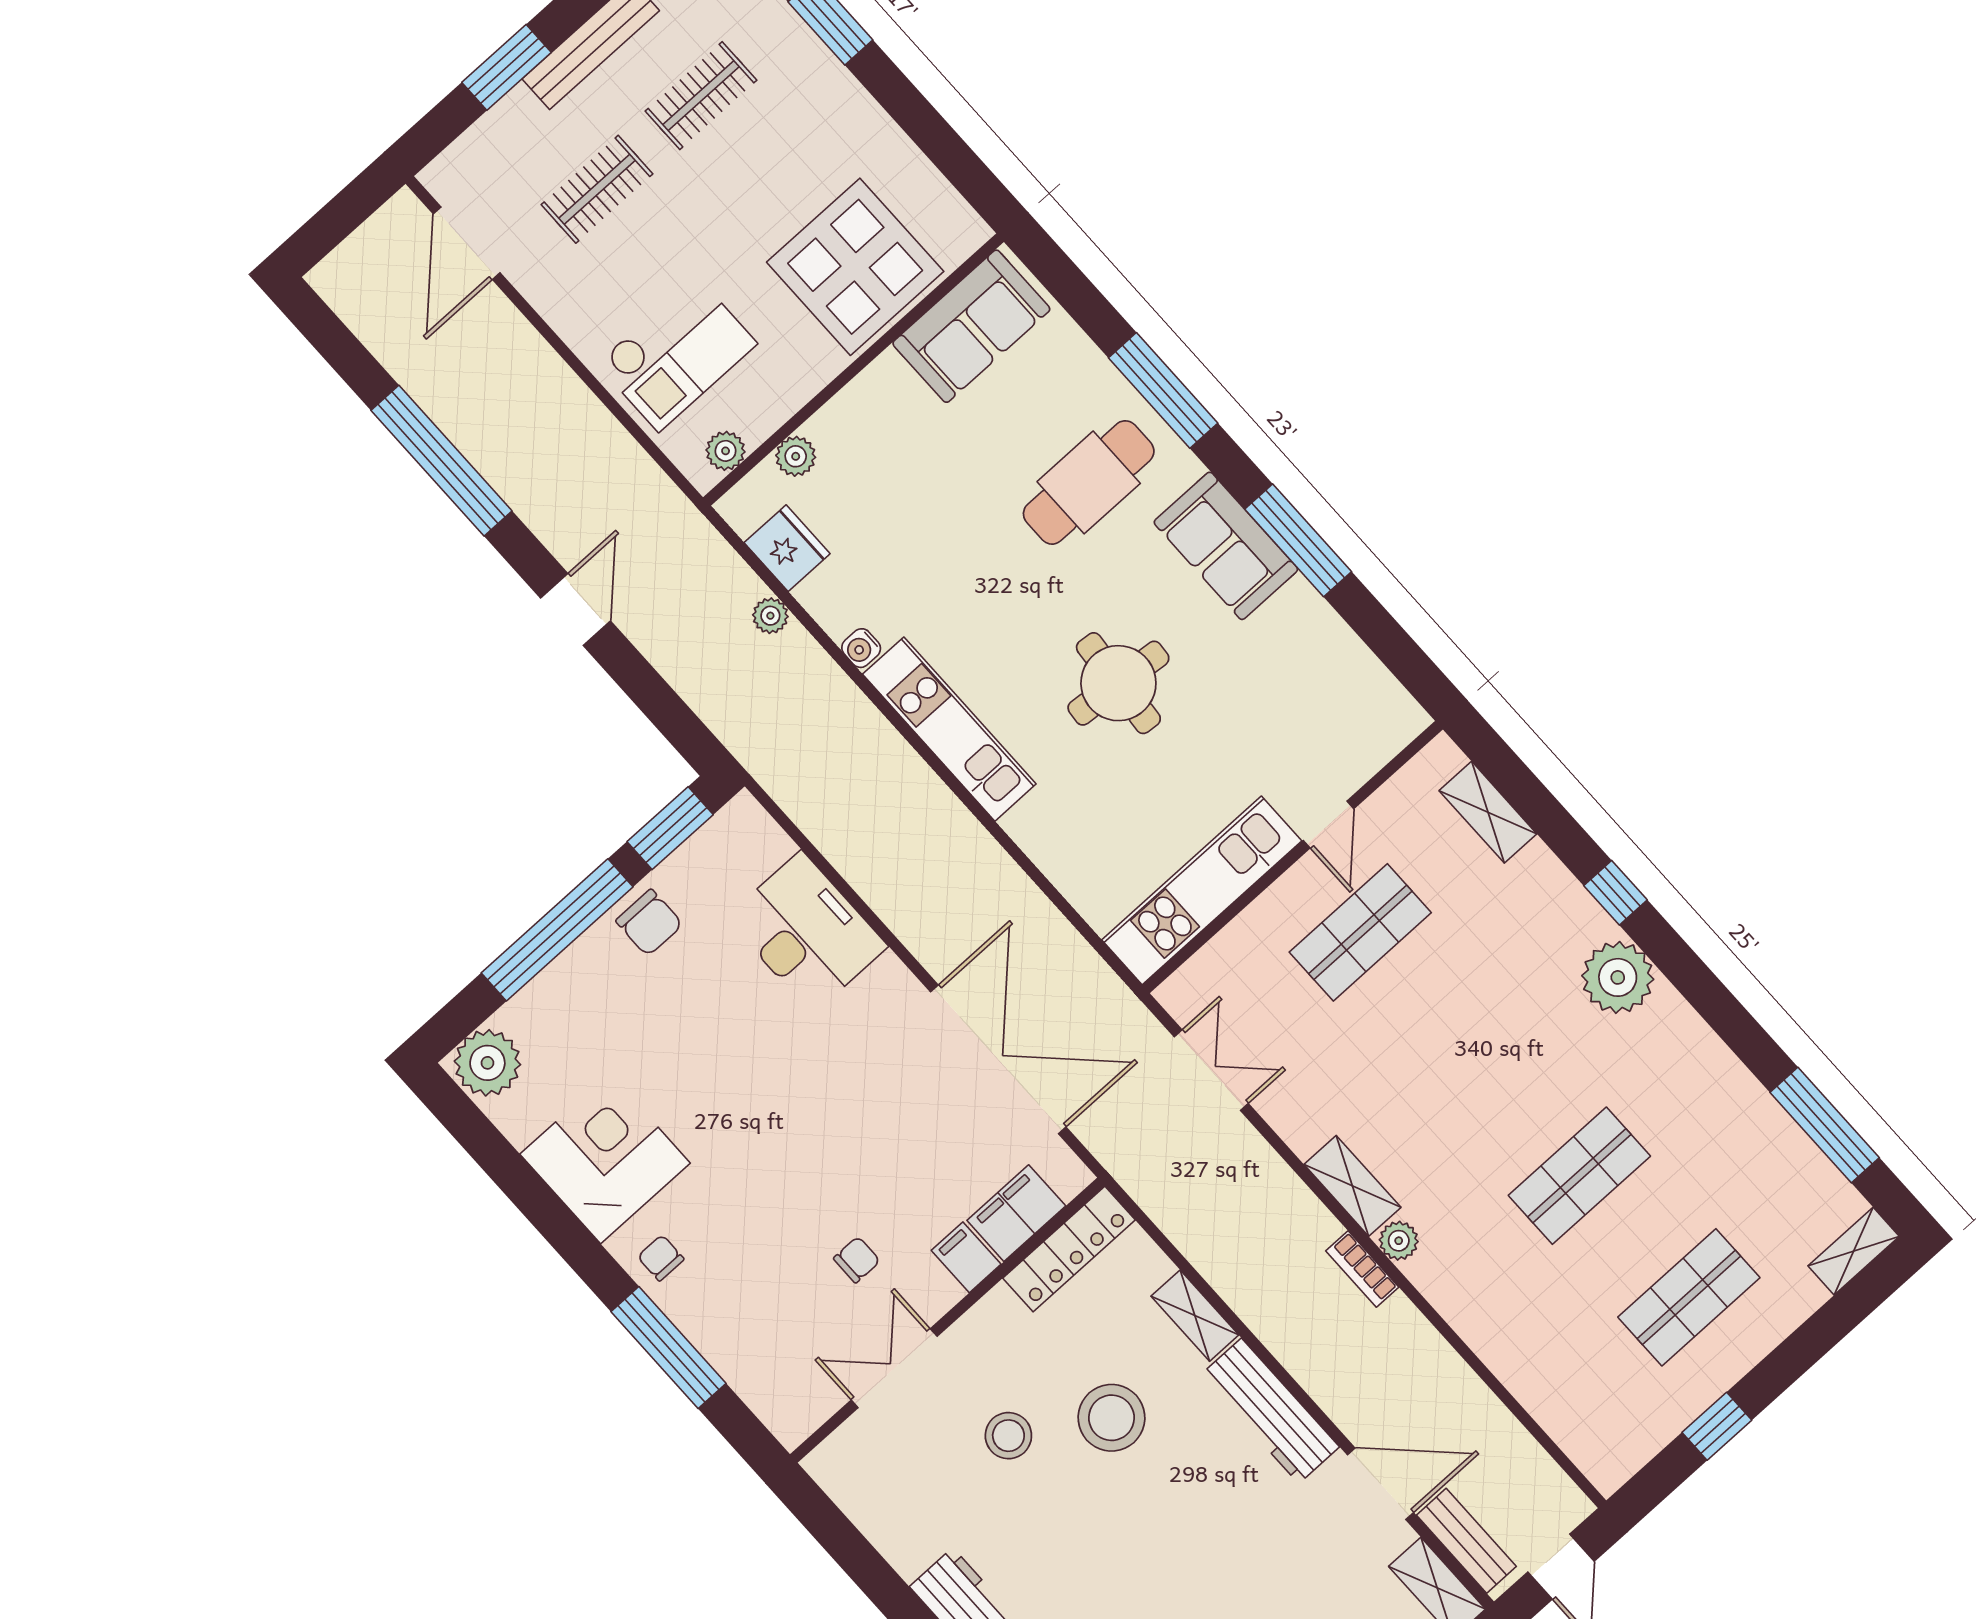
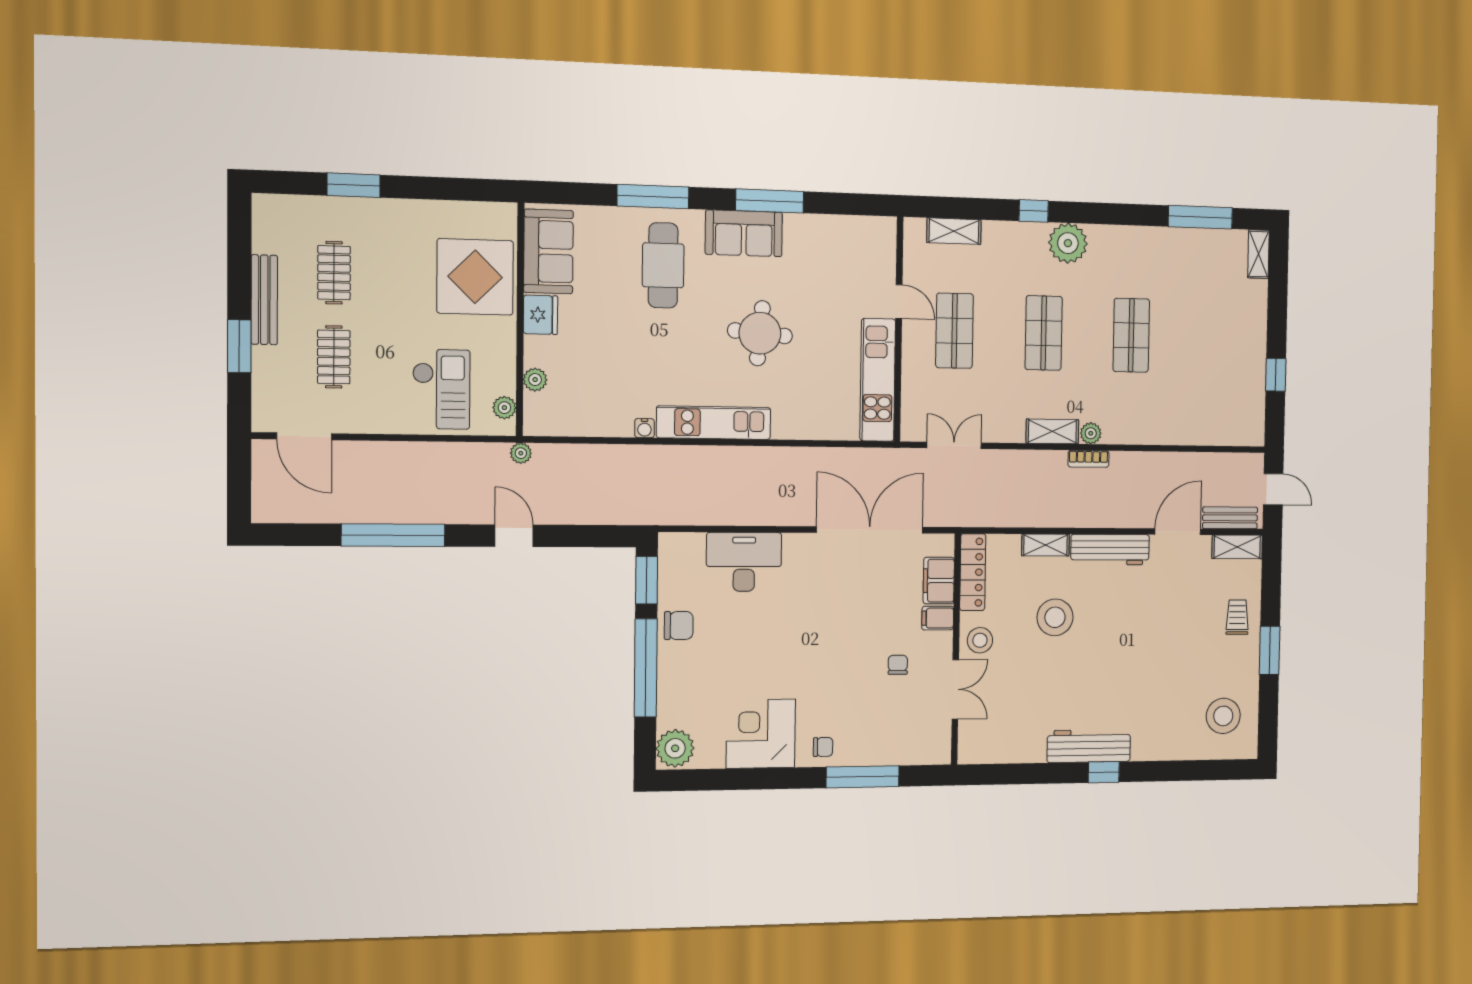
fridge: (787, 548) -> (540, 315), moved, turned 90
plant: (770, 616) -> (521, 453), moved
chair: (661, 1258) -> (823, 747), turned 180
shop shelf: (1689, 1297) -> (1044, 333), moved
double door: (894, 1368) -> (955, 689), swing flipped
stool: (1008, 1436) -> (980, 640), moved

